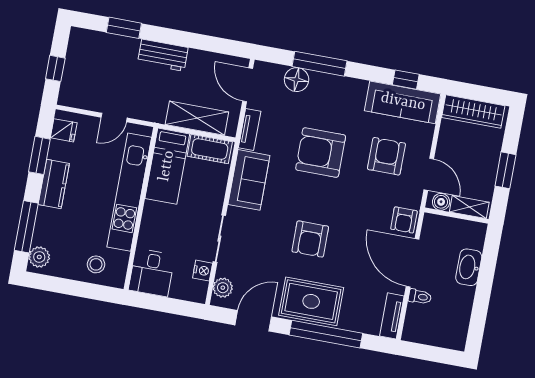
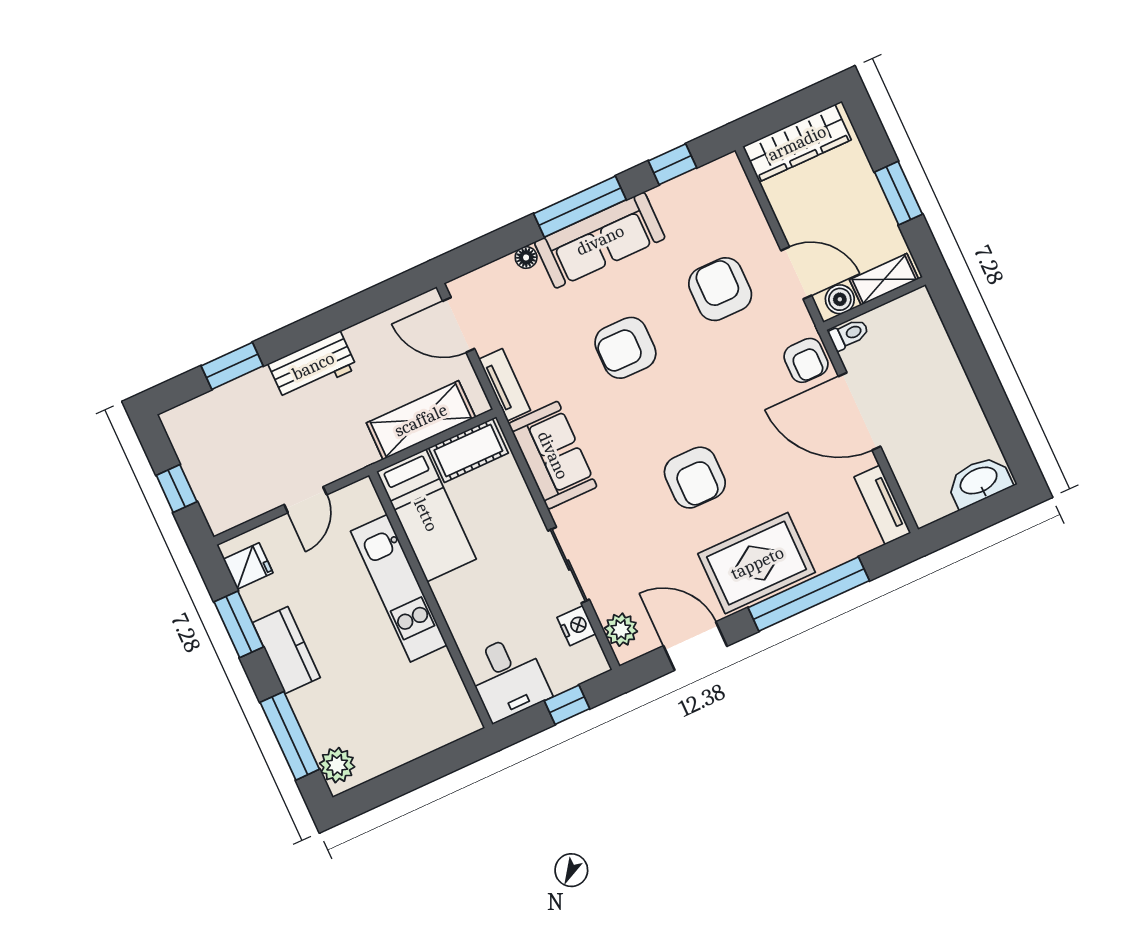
window: (319, 64) -> (580, 207), moved
floor lamp: (297, 80) -> (526, 257), width x0.53, depth x0.53
sofa: (403, 102) -> (600, 240), moved
armchair: (321, 153) -> (625, 348), width x0.73, depth x0.73
kitchen unit: (129, 192) -> (399, 588), width x0.73
stool: (96, 264) -> (423, 720), removed
washbasin: (469, 267) -> (979, 481), moved, turned 90
toilet: (420, 297) -> (849, 334), moved
window: (171, 306) -> (567, 705), added
door: (253, 321) -> (695, 646), hinge flipped

